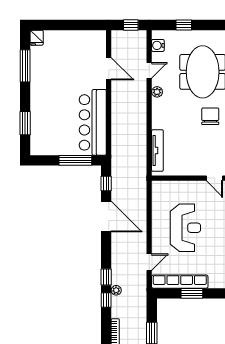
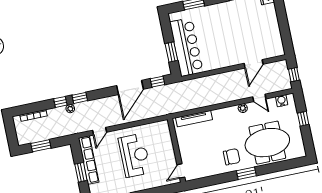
bar counter: (93, 122) -> (186, 47), moved, turned 90
window: (75, 160) -> (171, 52), width x0.69
reception desk: (185, 228) -> (134, 155), turned -90
door: (149, 262) -> (100, 131), hinge flipped

